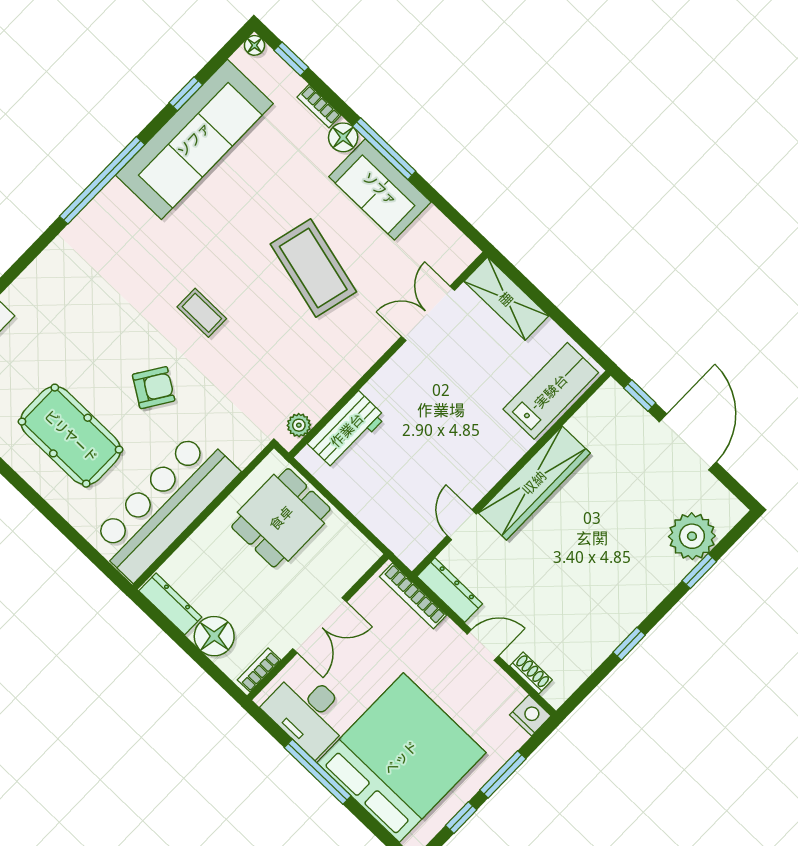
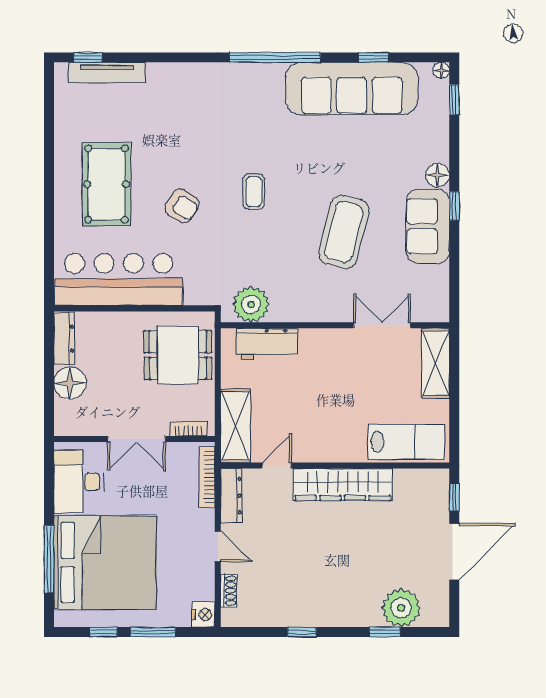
bookcase: (319, 106) -> (442, 143), removed
window: (384, 149) -> (454, 206), width x0.46
plant: (299, 425) -> (251, 304), width x1.88, depth x1.88
shelving: (392, 527) -> (235, 426), added
bookcase: (259, 670) -> (188, 429), moved
window: (318, 772) -> (49, 559), moved

